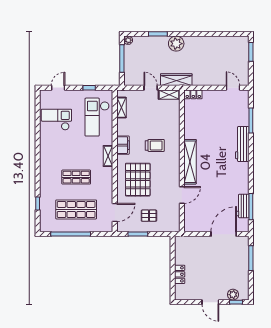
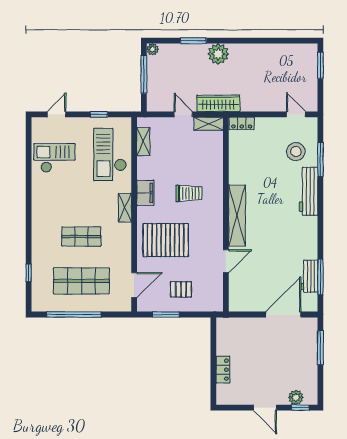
stool: (233, 115) -> (296, 152), added
pallet: (138, 180) -> (166, 240), turned 90

